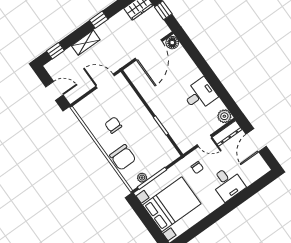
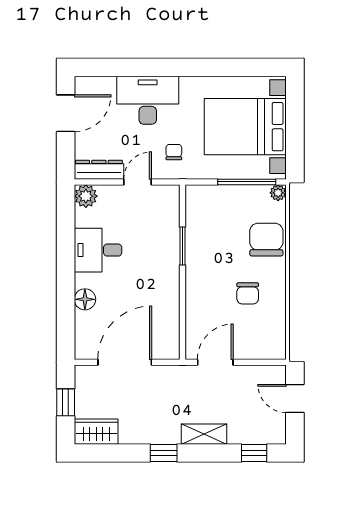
floor lamp: (172, 43) -> (85, 299), moved
door: (105, 81) -> (215, 362), swing flipped
door: (256, 140) -> (66, 113), moved
door: (204, 141) -> (138, 182), hinge flipped
plant: (142, 178) -> (278, 193), moved
desk: (228, 183) -> (148, 100), width x1.37

